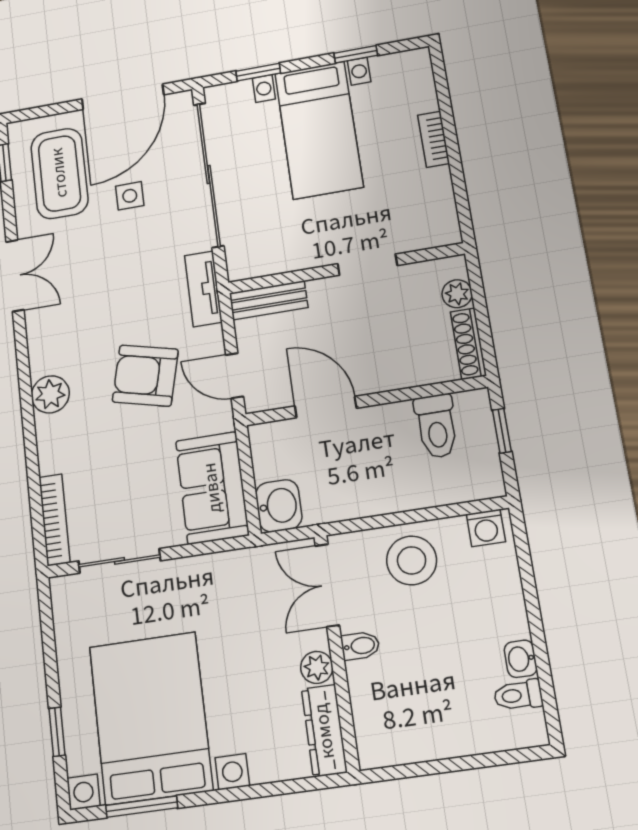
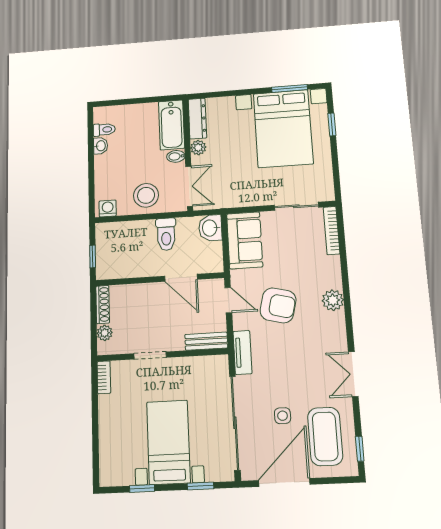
bookcase: (434, 139) -> (104, 377), moved
toilet: (436, 426) -> (166, 234), moved, turned 180
bathtub: (377, 714) -> (171, 125), added

